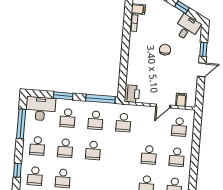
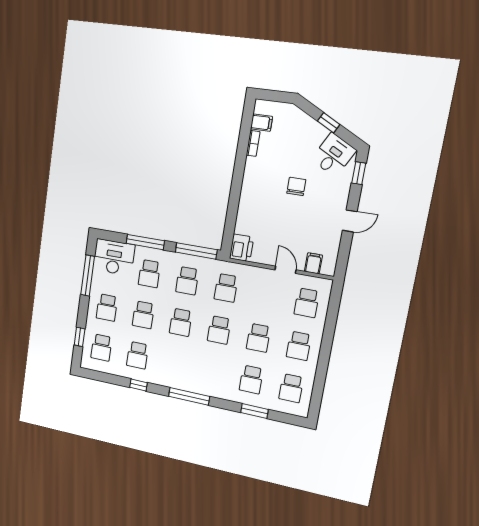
window: (203, 49) -> (359, 173), moved
window: (63, 96) -> (145, 242), width x1.44
door: (163, 106) -> (285, 270), swing flipped
school desk: (121, 153) -> (219, 330), added

